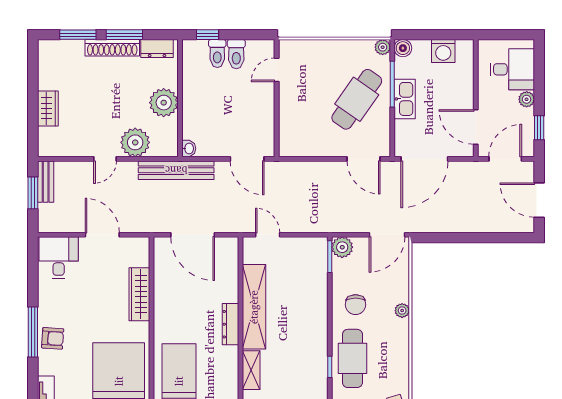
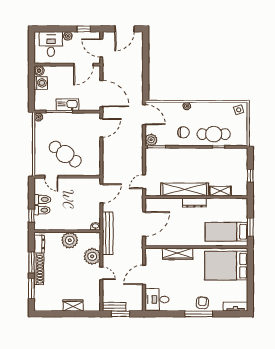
boiler: (403, 48) -> (39, 71), moved
cafe table: (357, 99) -> (65, 154), moved

